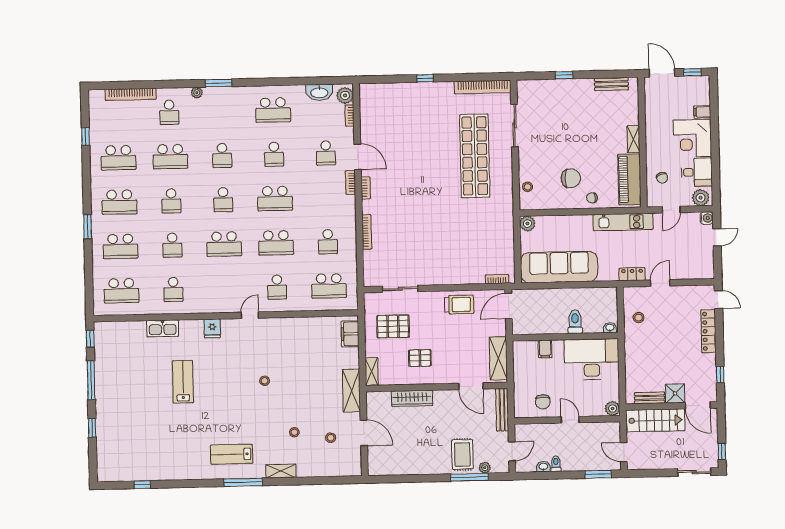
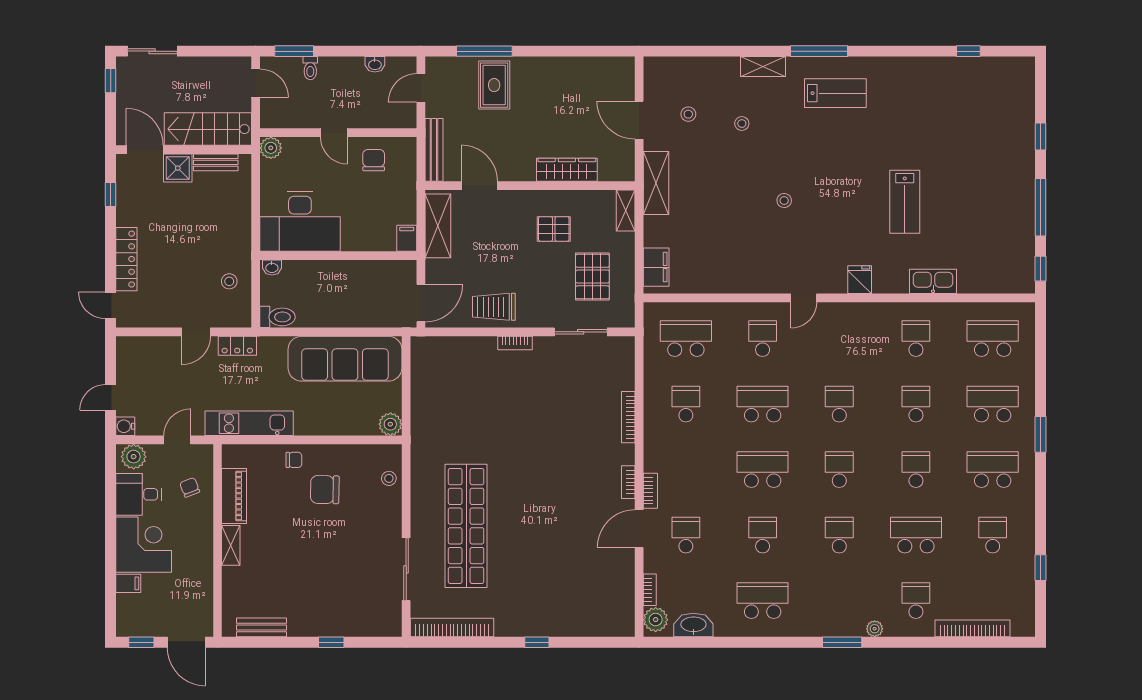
door: (358, 157) -> (639, 529), hinge flipped
school desk: (118, 158) -> (993, 535), width x0.54
piano: (629, 179) -> (234, 496), width x0.73, depth x0.75
school desk: (224, 244) -> (839, 404), width x0.54
bookcase: (497, 279) -> (515, 343), moved
toilet: (575, 322) -> (277, 317), moved, turned -90
pallet: (393, 326) -> (592, 277), turned 90
filing cabinet: (545, 349) -> (407, 238), moved
toilet: (556, 464) -> (310, 68), moved
plant: (485, 468) -> (462, 65), removed

